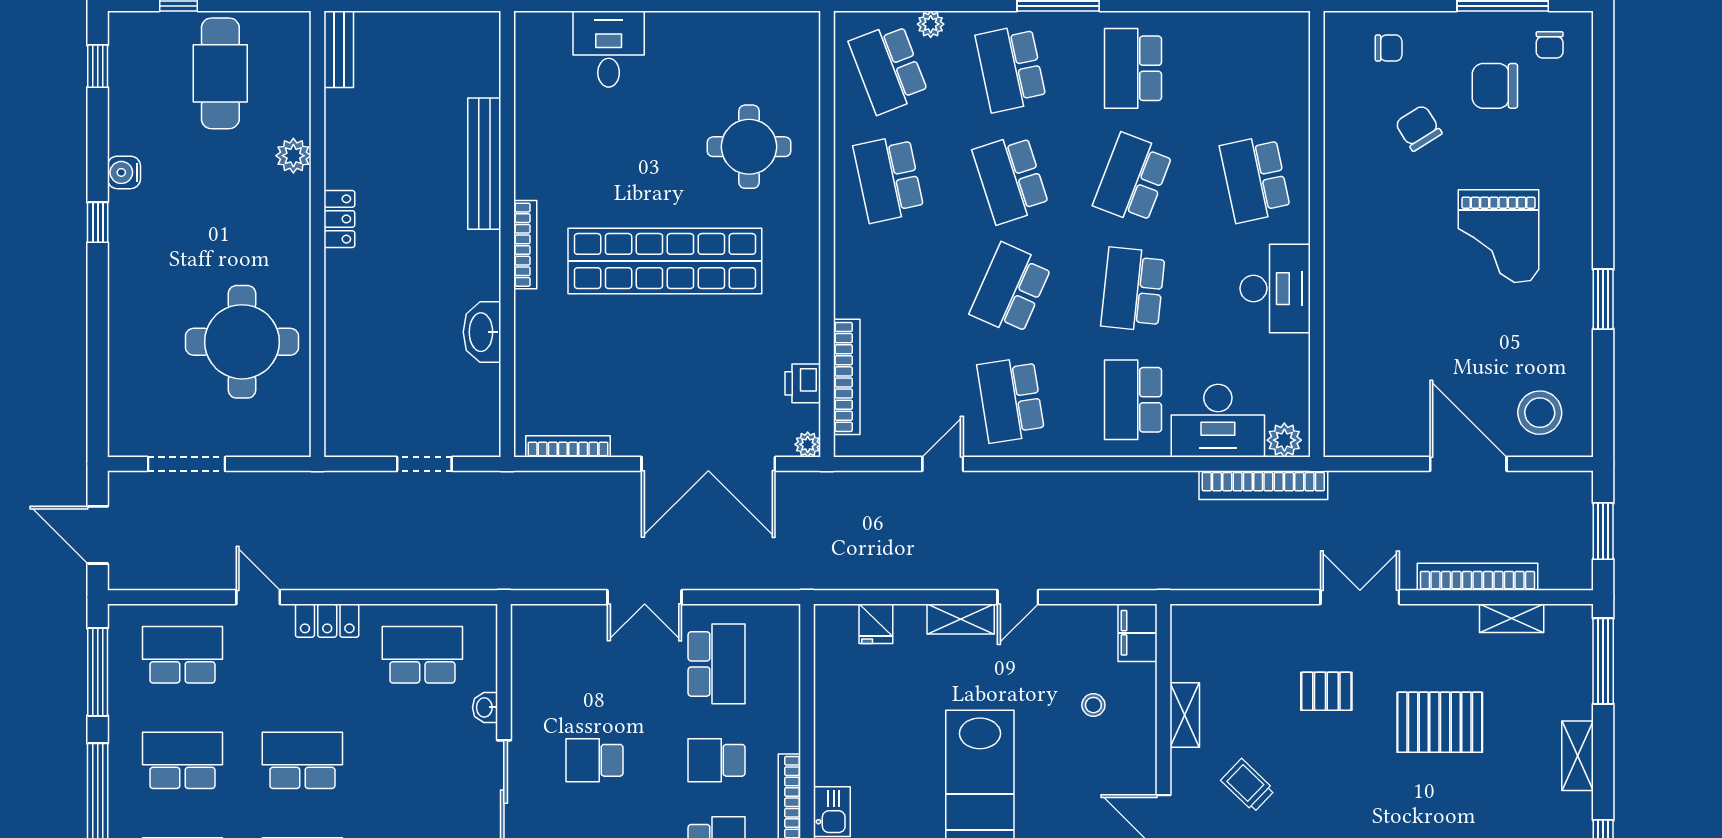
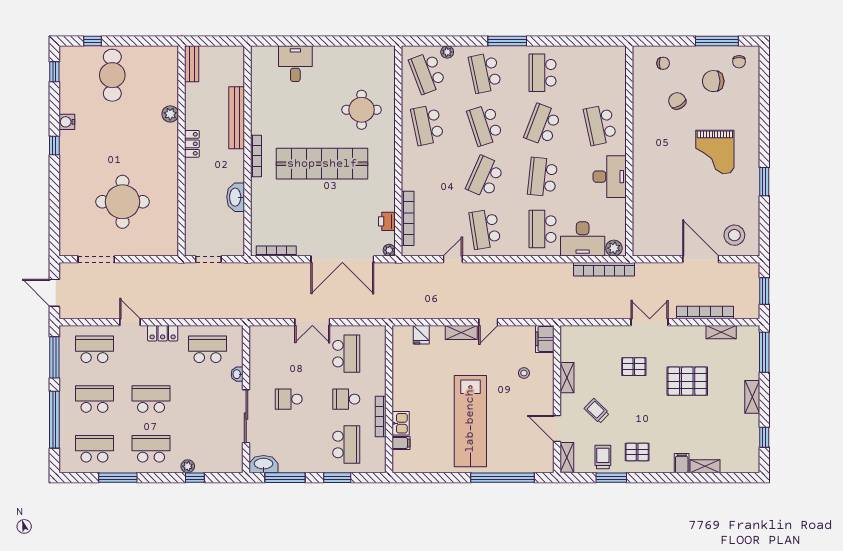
bench: (339, 49) -> (192, 64), moved
plant: (293, 156) -> (170, 114), moved
locker: (339, 219) -> (192, 144), moved
wall: (317, 234) -> (182, 151), moved

